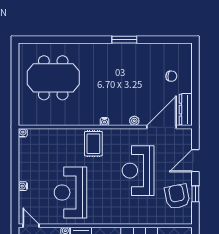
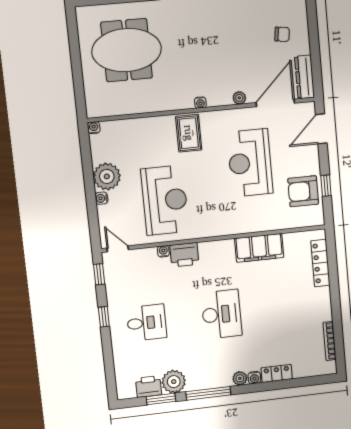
door: (195, 161) -> (321, 129), moved
plant: (29, 170) -> (107, 176), added
reception desk: (70, 192) -> (165, 200), turned 180
armchair: (177, 196) -> (303, 191), turned -79

